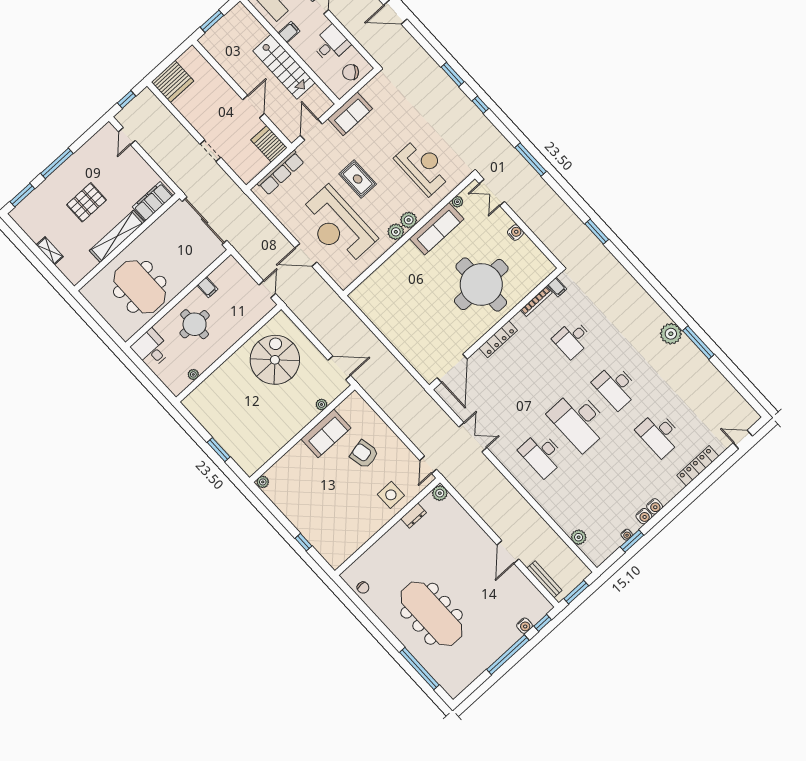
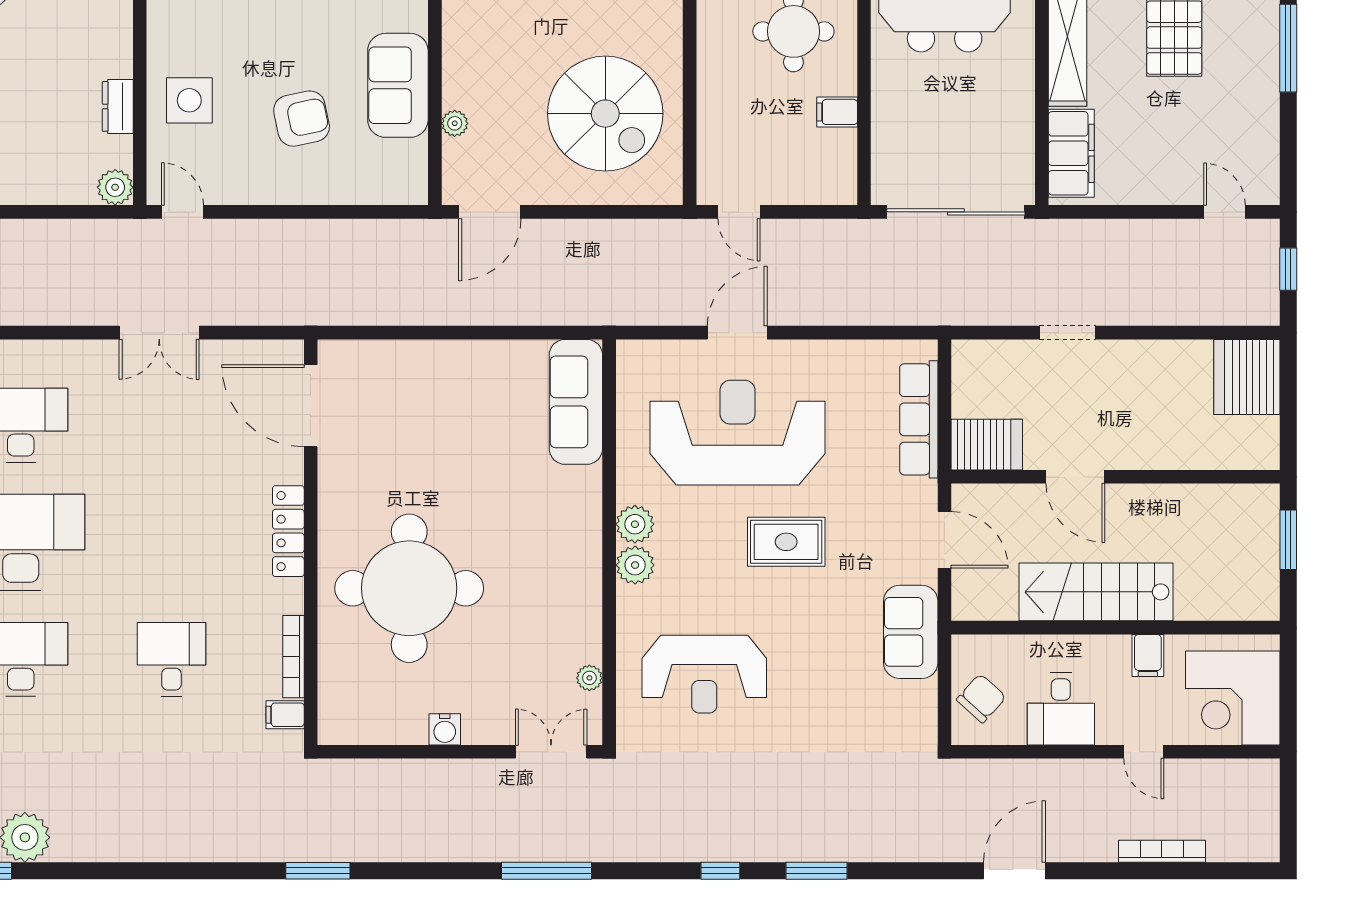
sofa: (437, 229) -> (576, 402), moved

